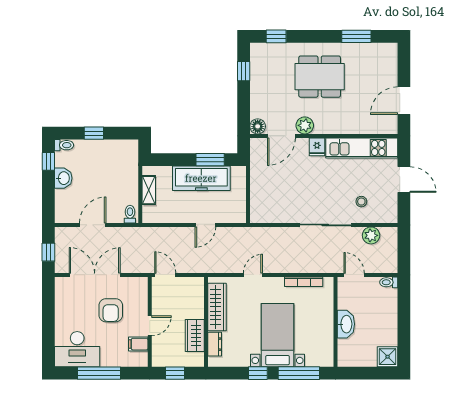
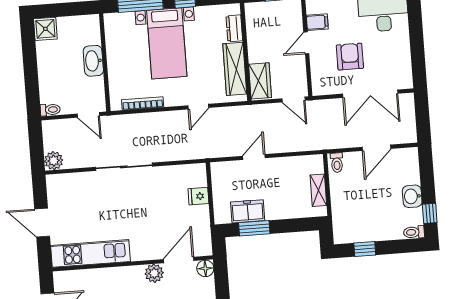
window: (94, 133) -> (365, 249), moved
fridge: (317, 147) -> (198, 196), moved, turned -90
freezer: (201, 178) -> (248, 211), width x0.52, depth x0.79
stool: (361, 202) -> (87, 195), removed
plant: (371, 235) -> (54, 161), moved
window: (48, 252) -> (422, 115), removed
wardrobe: (195, 335) -> (260, 81), moved

